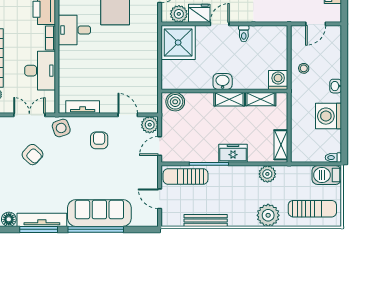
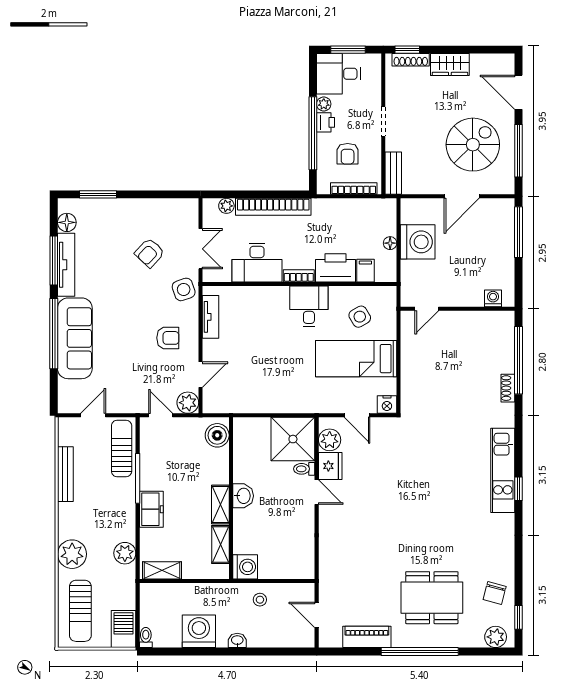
toilet: (244, 34) -> (304, 469), moved

